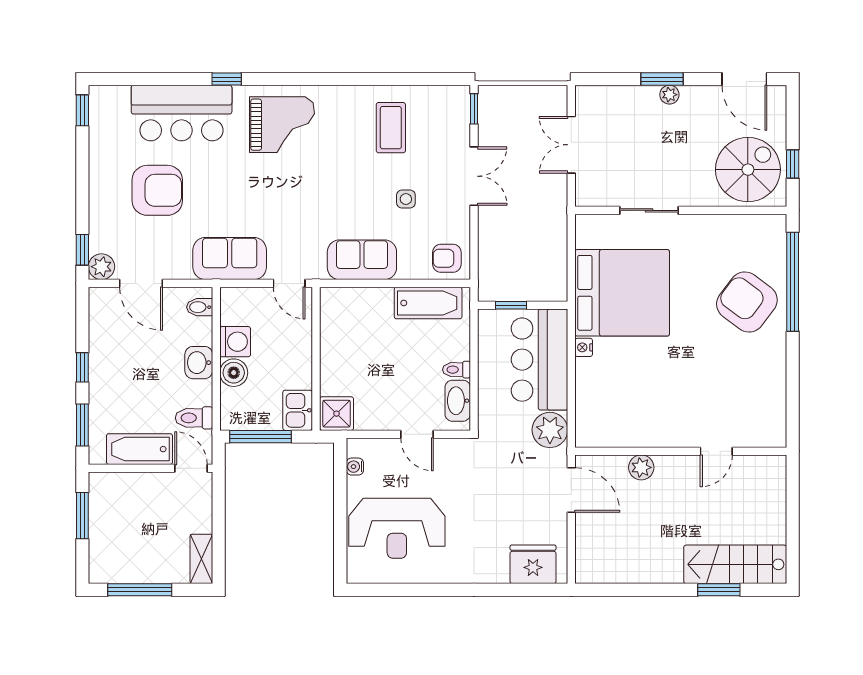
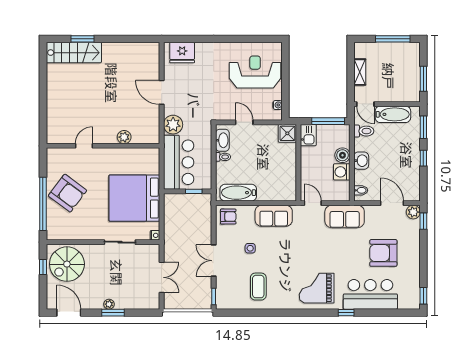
nightstand: (584, 347) -> (155, 235), moved
wall: (681, 451) -> (103, 146), moved
door: (716, 451) -> (84, 146), moved
plant: (641, 467) -> (124, 137), moved
shelving: (201, 559) -> (360, 72), moved

